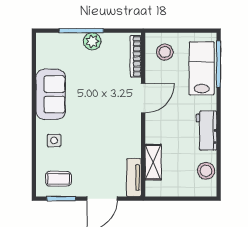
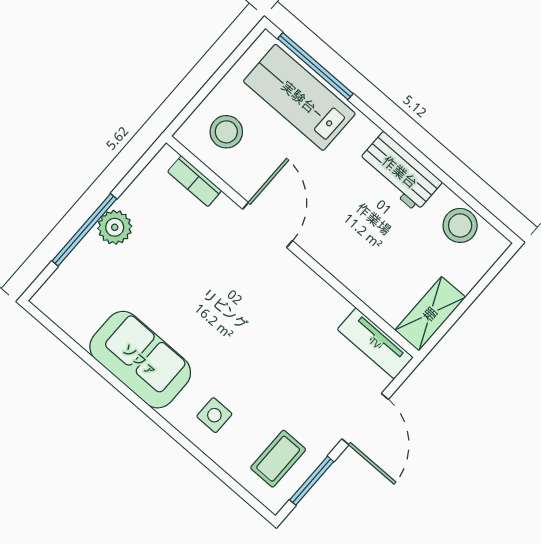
bookcase: (136, 56) -> (195, 181), width x0.64
shelving: (153, 162) -> (430, 314), moved, turned 90

